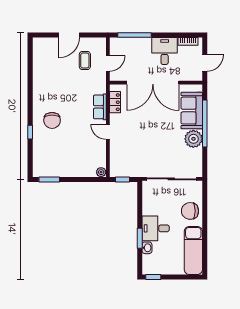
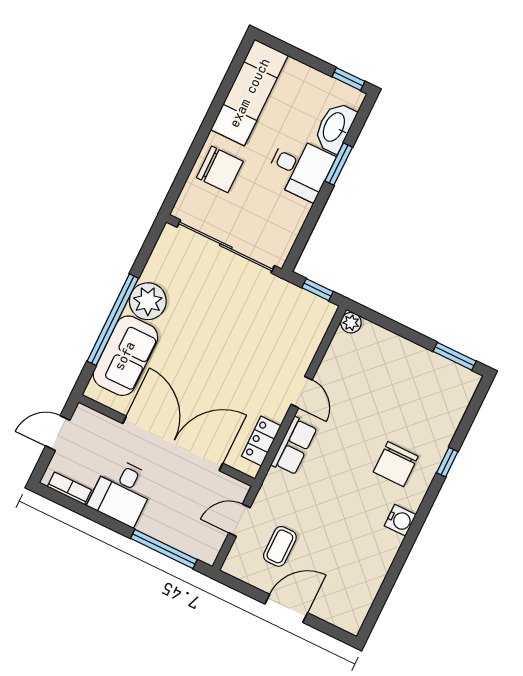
water cooler: (38, 97) -> (400, 520), added
chair: (52, 120) -> (396, 464), turned 180
washbasin: (147, 248) -> (335, 127), width x1.91, depth x1.45

